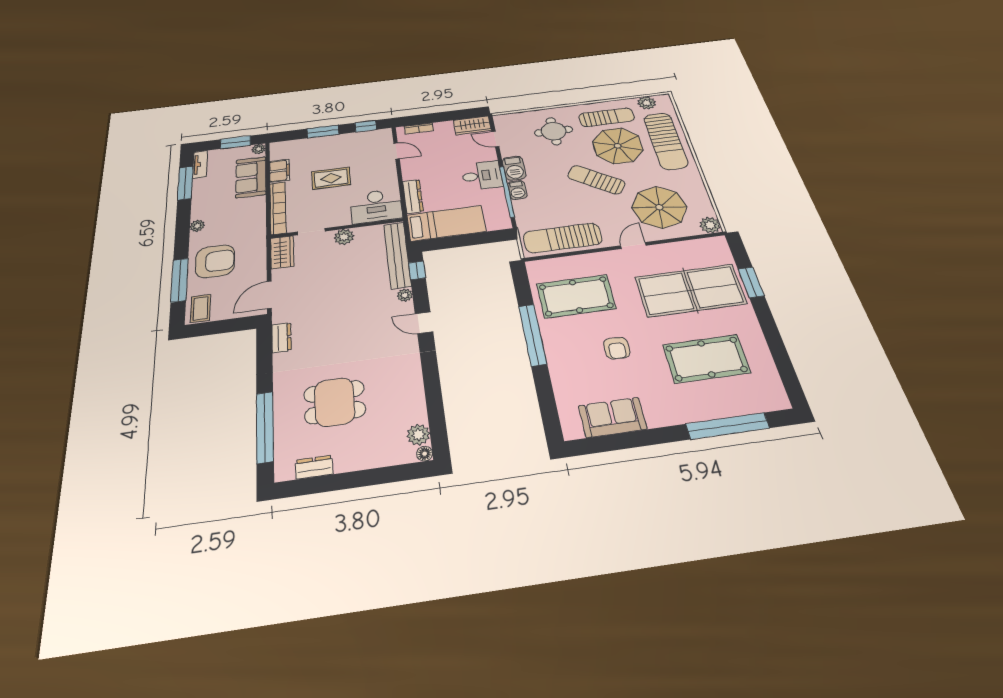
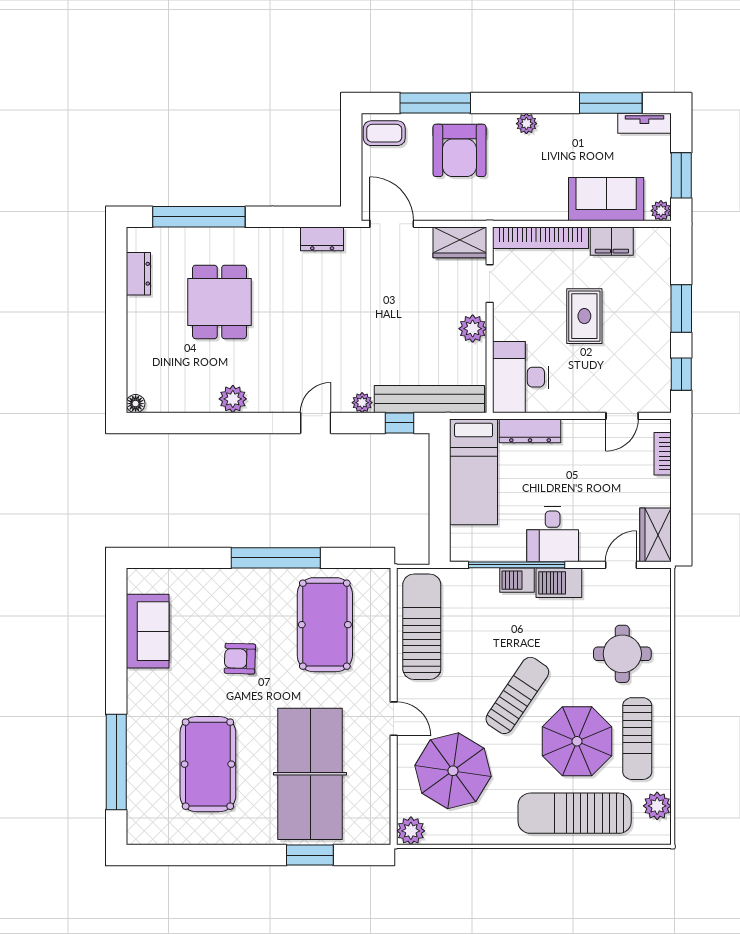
plant: (418, 435) -> (233, 399), moved

